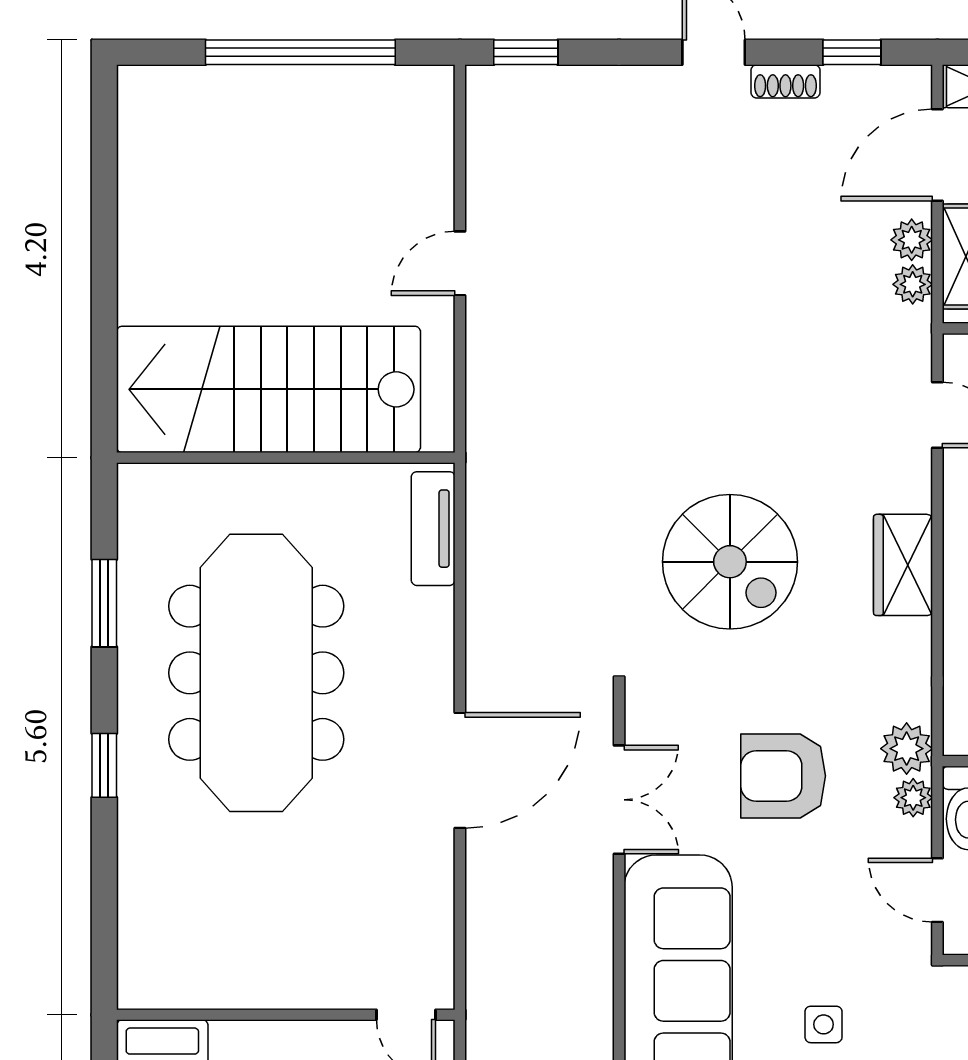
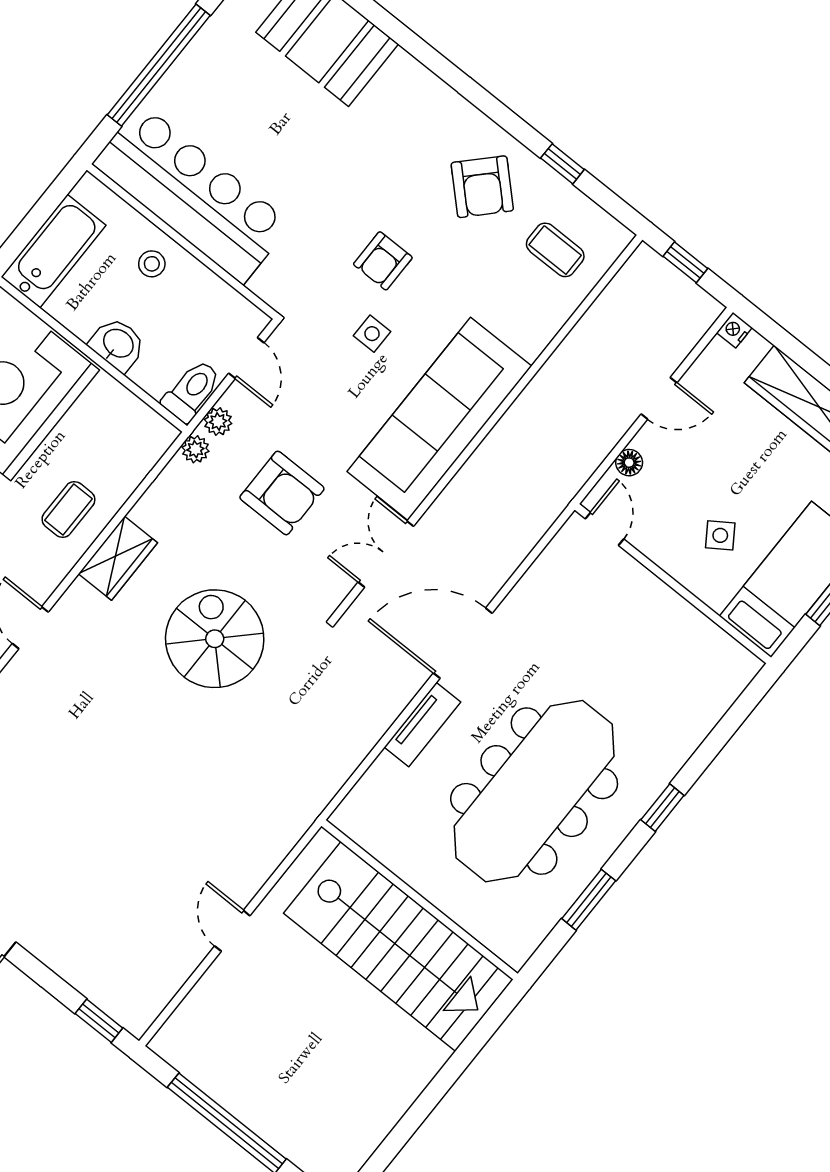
door: (460, 263) -> (232, 931), swing flipped
tv unit: (433, 529) -> (423, 725), moved
plant: (907, 749) -> (195, 449), width x0.73, depth x0.73

